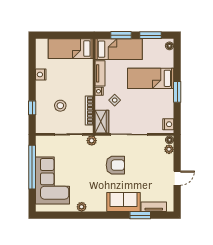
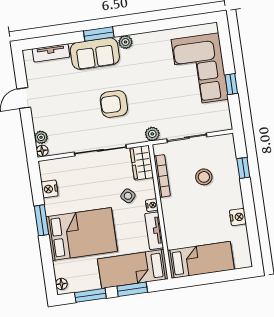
bed: (151, 78) -> (82, 234), width x1.50
nightstand: (168, 124) -> (50, 189), moved
window: (32, 167) -> (231, 84), width x0.32
plant: (82, 207) -> (125, 42), moved
window: (140, 215) -> (99, 34), moved

